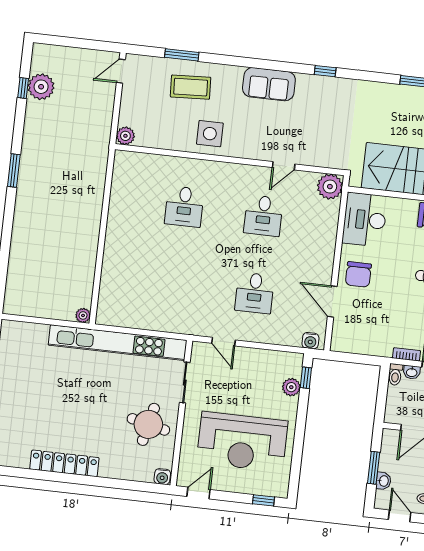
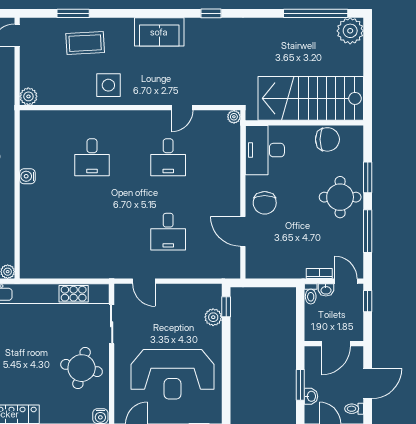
plant: (330, 187) -> (234, 117), width x0.53, depth x0.53
water cooler: (310, 341) -> (27, 176), moved, turned 90

